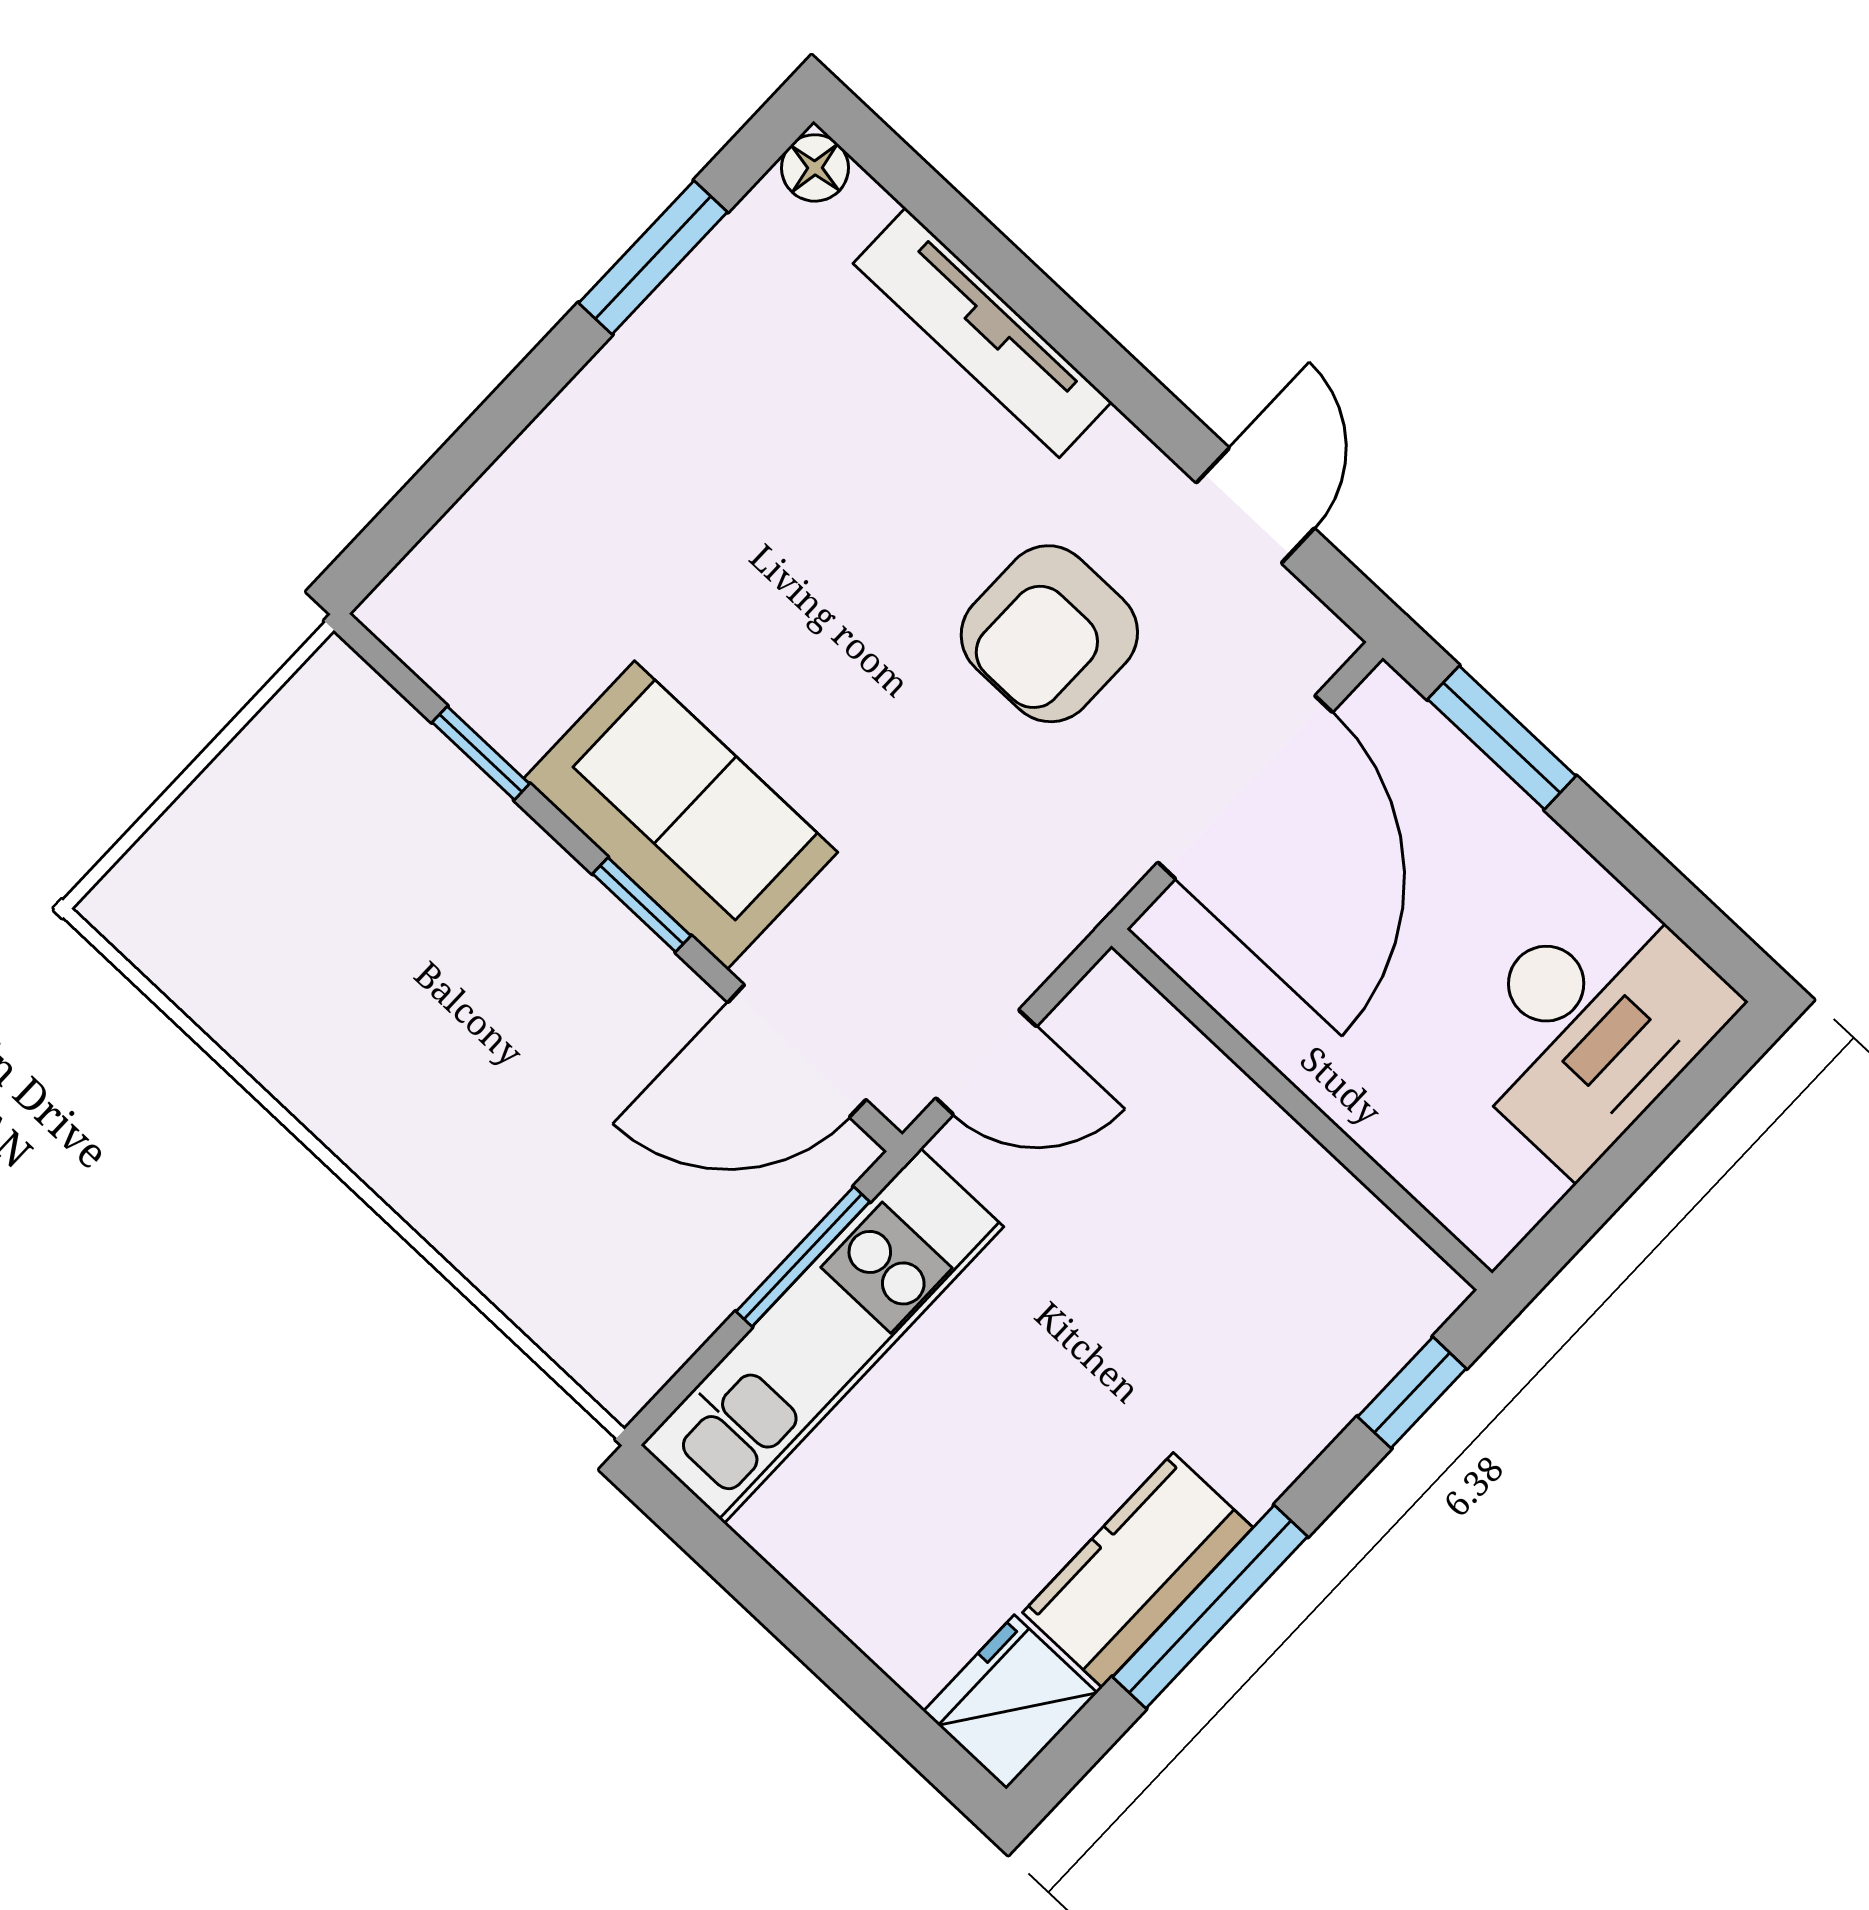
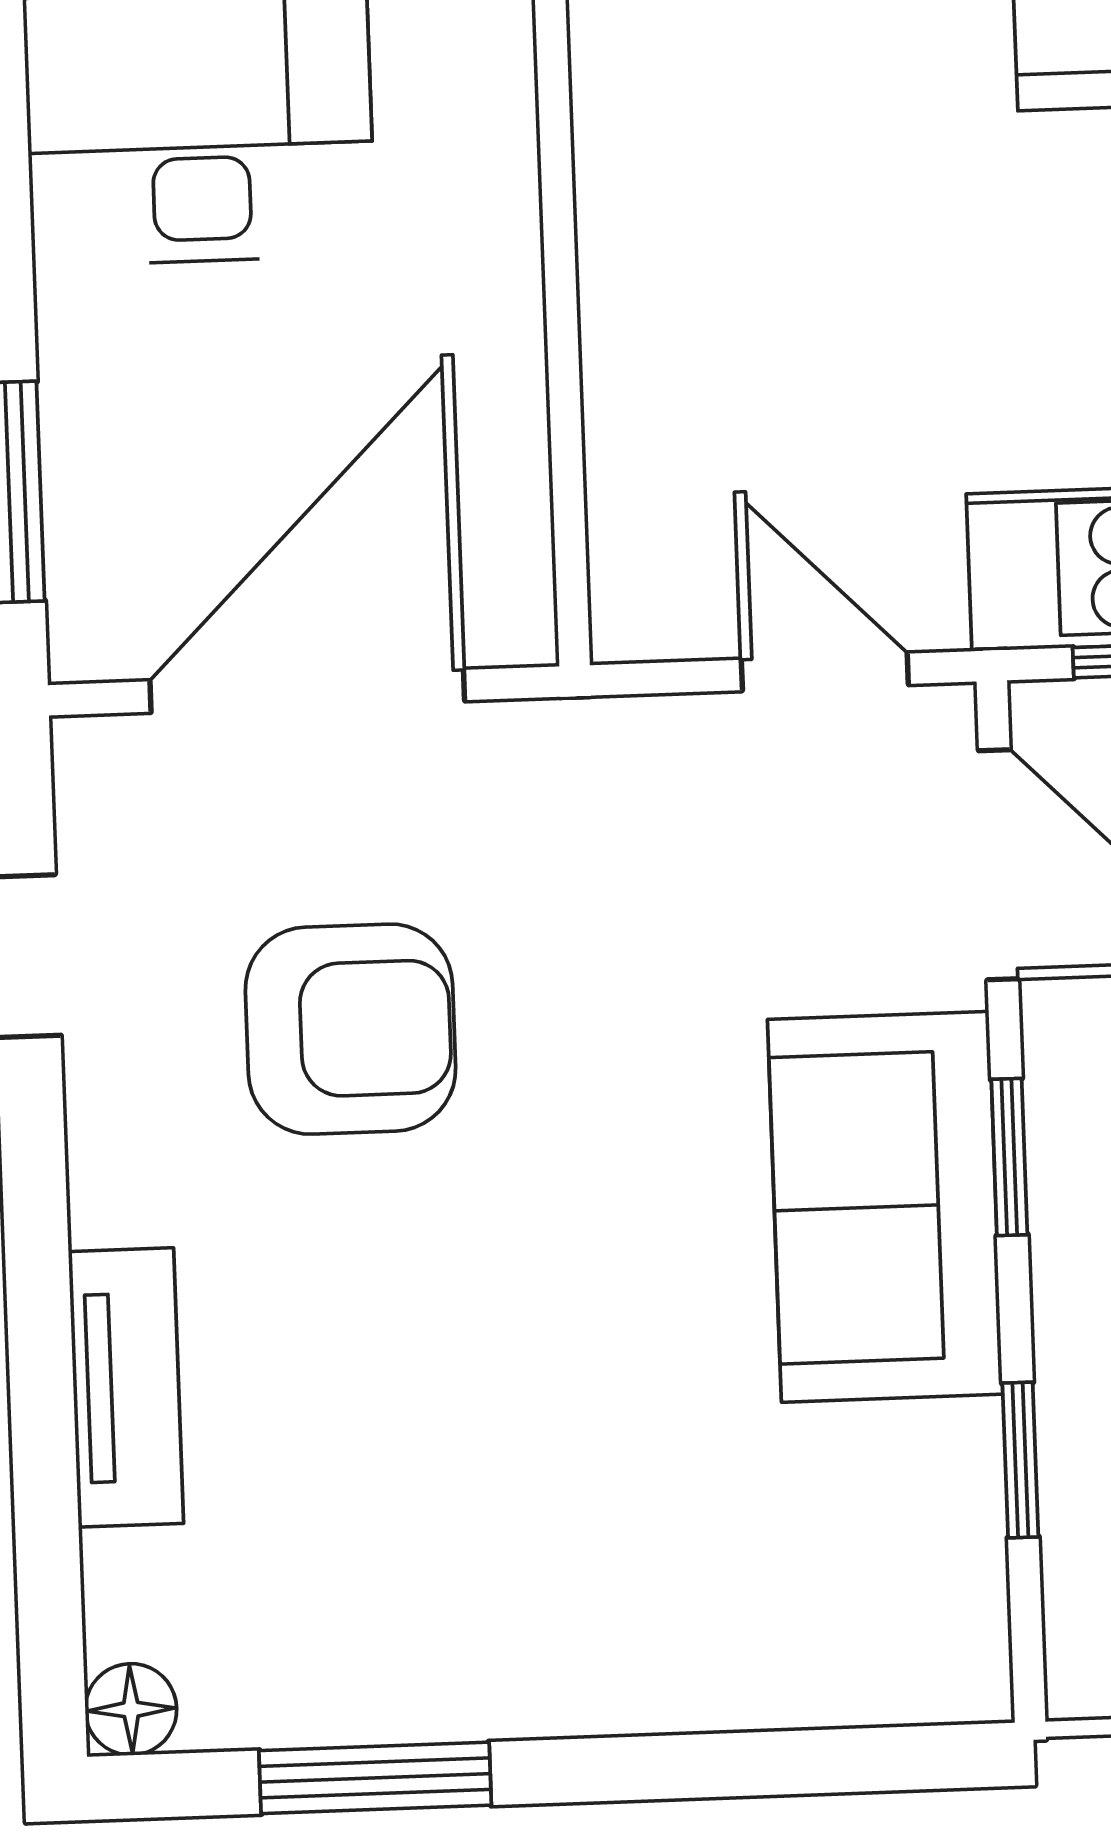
tv unit: (982, 333) -> (126, 1387), width x0.71

